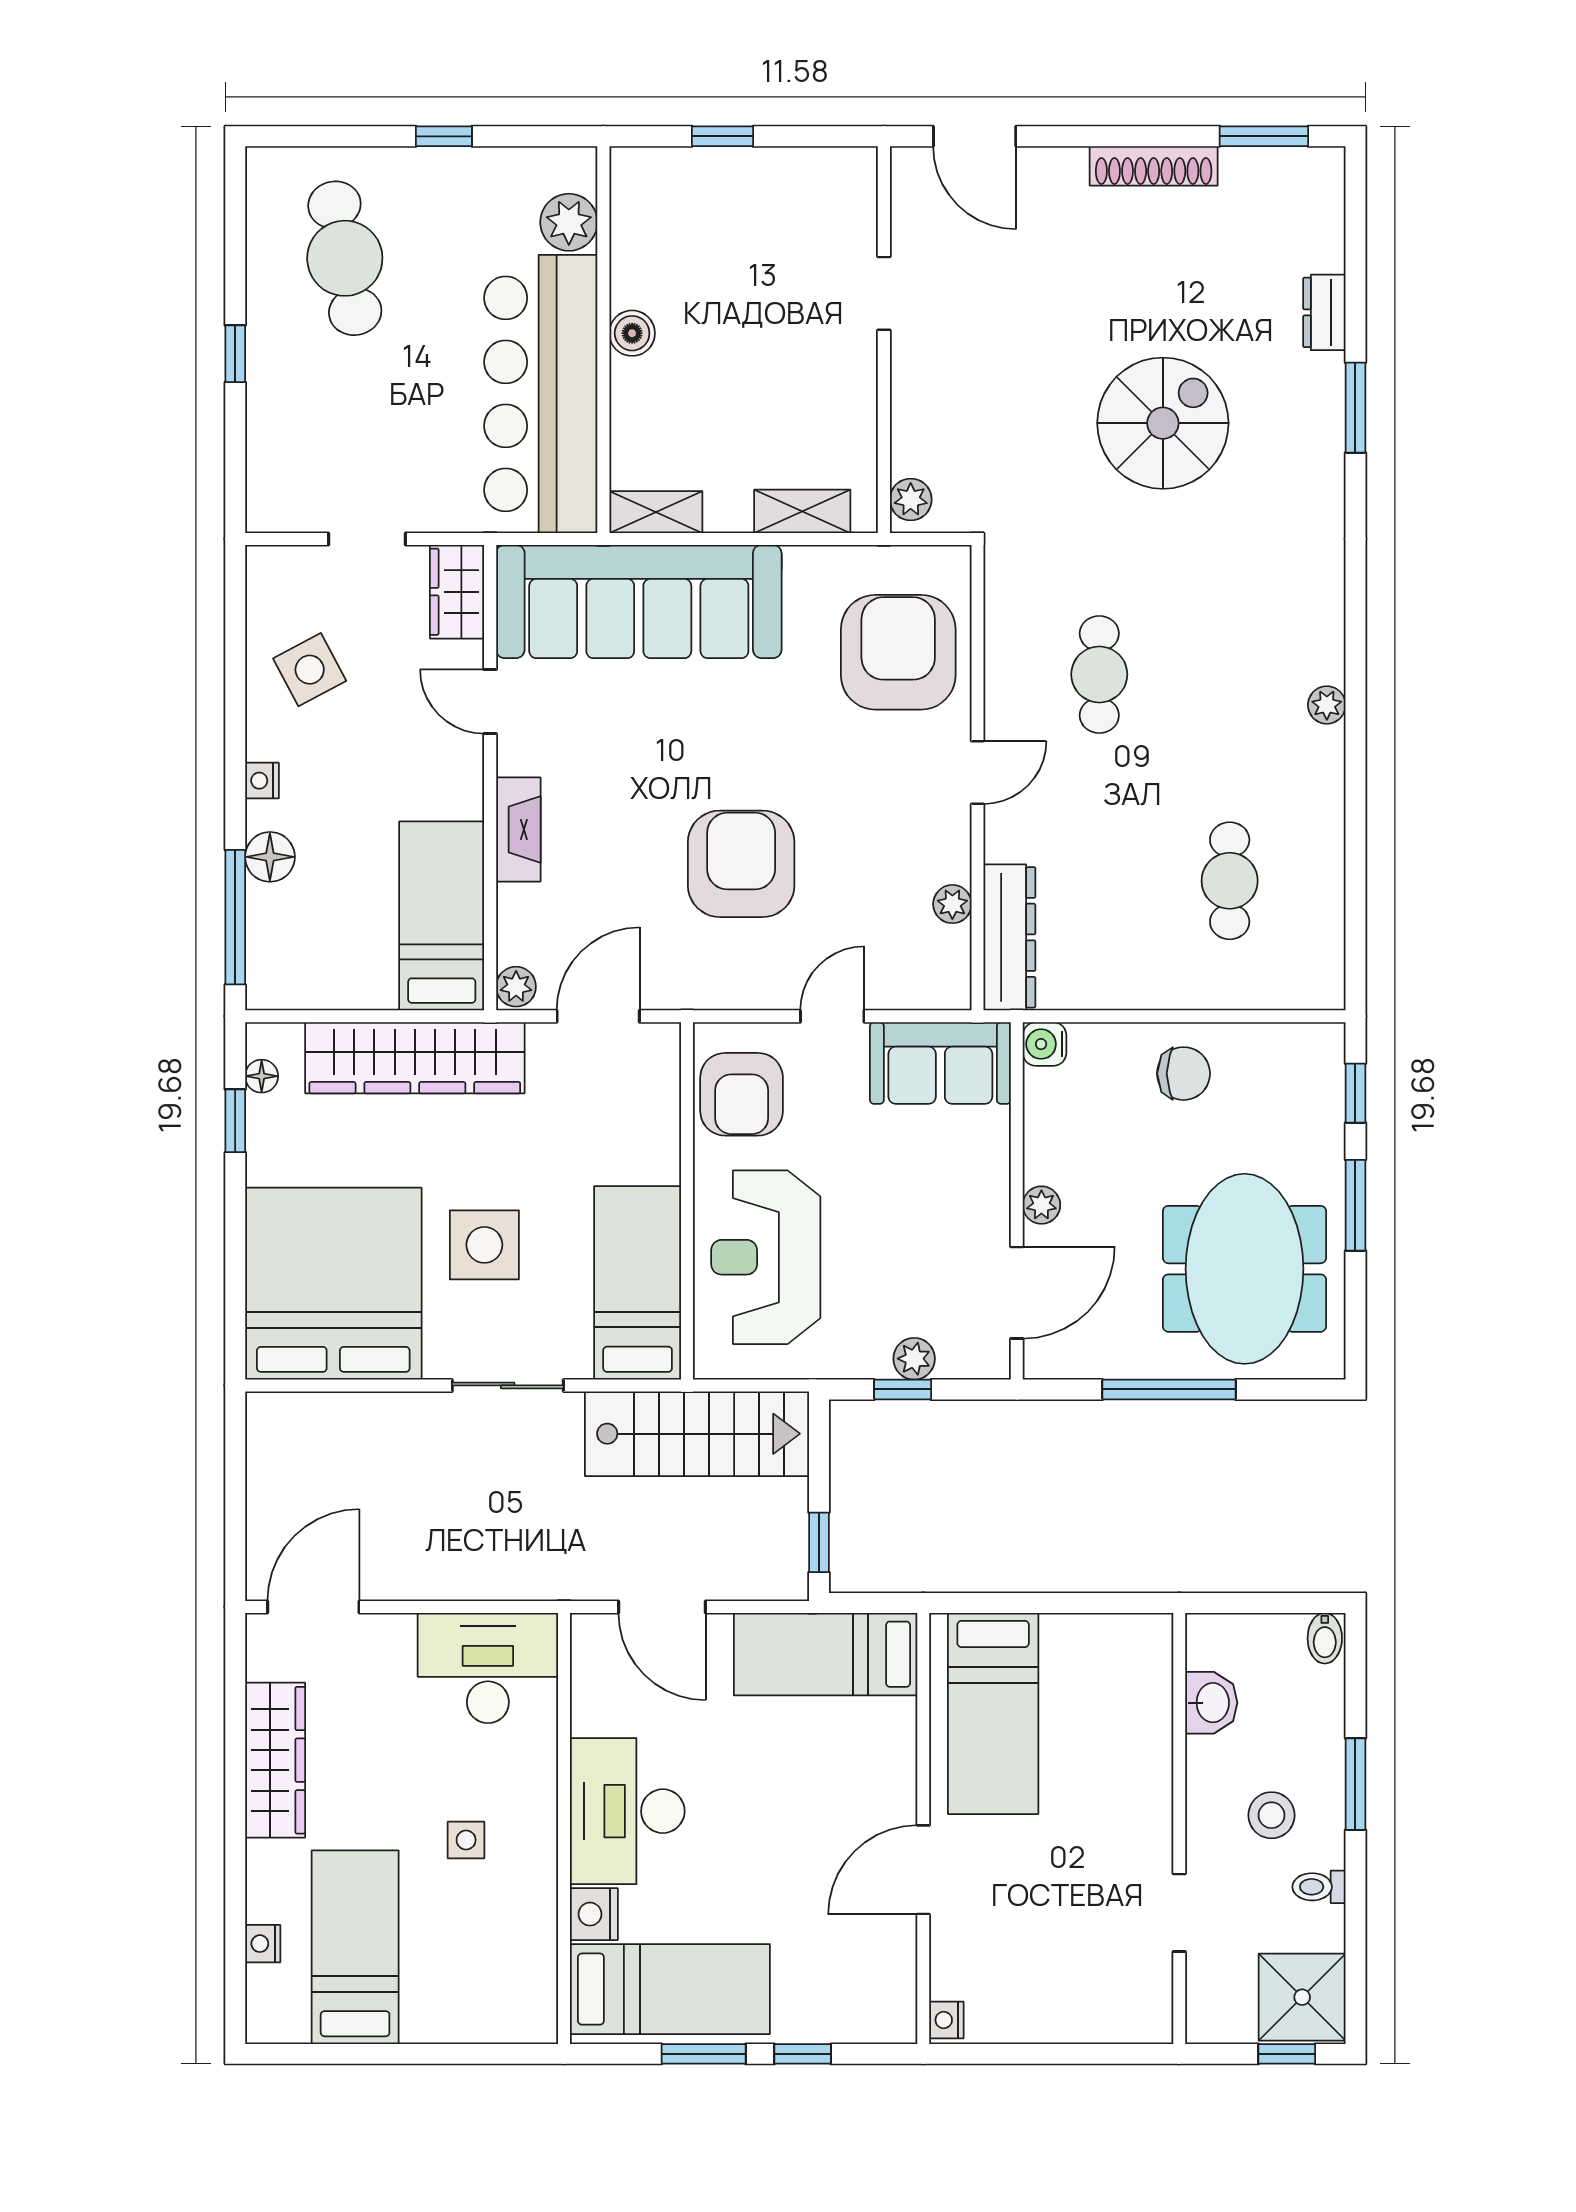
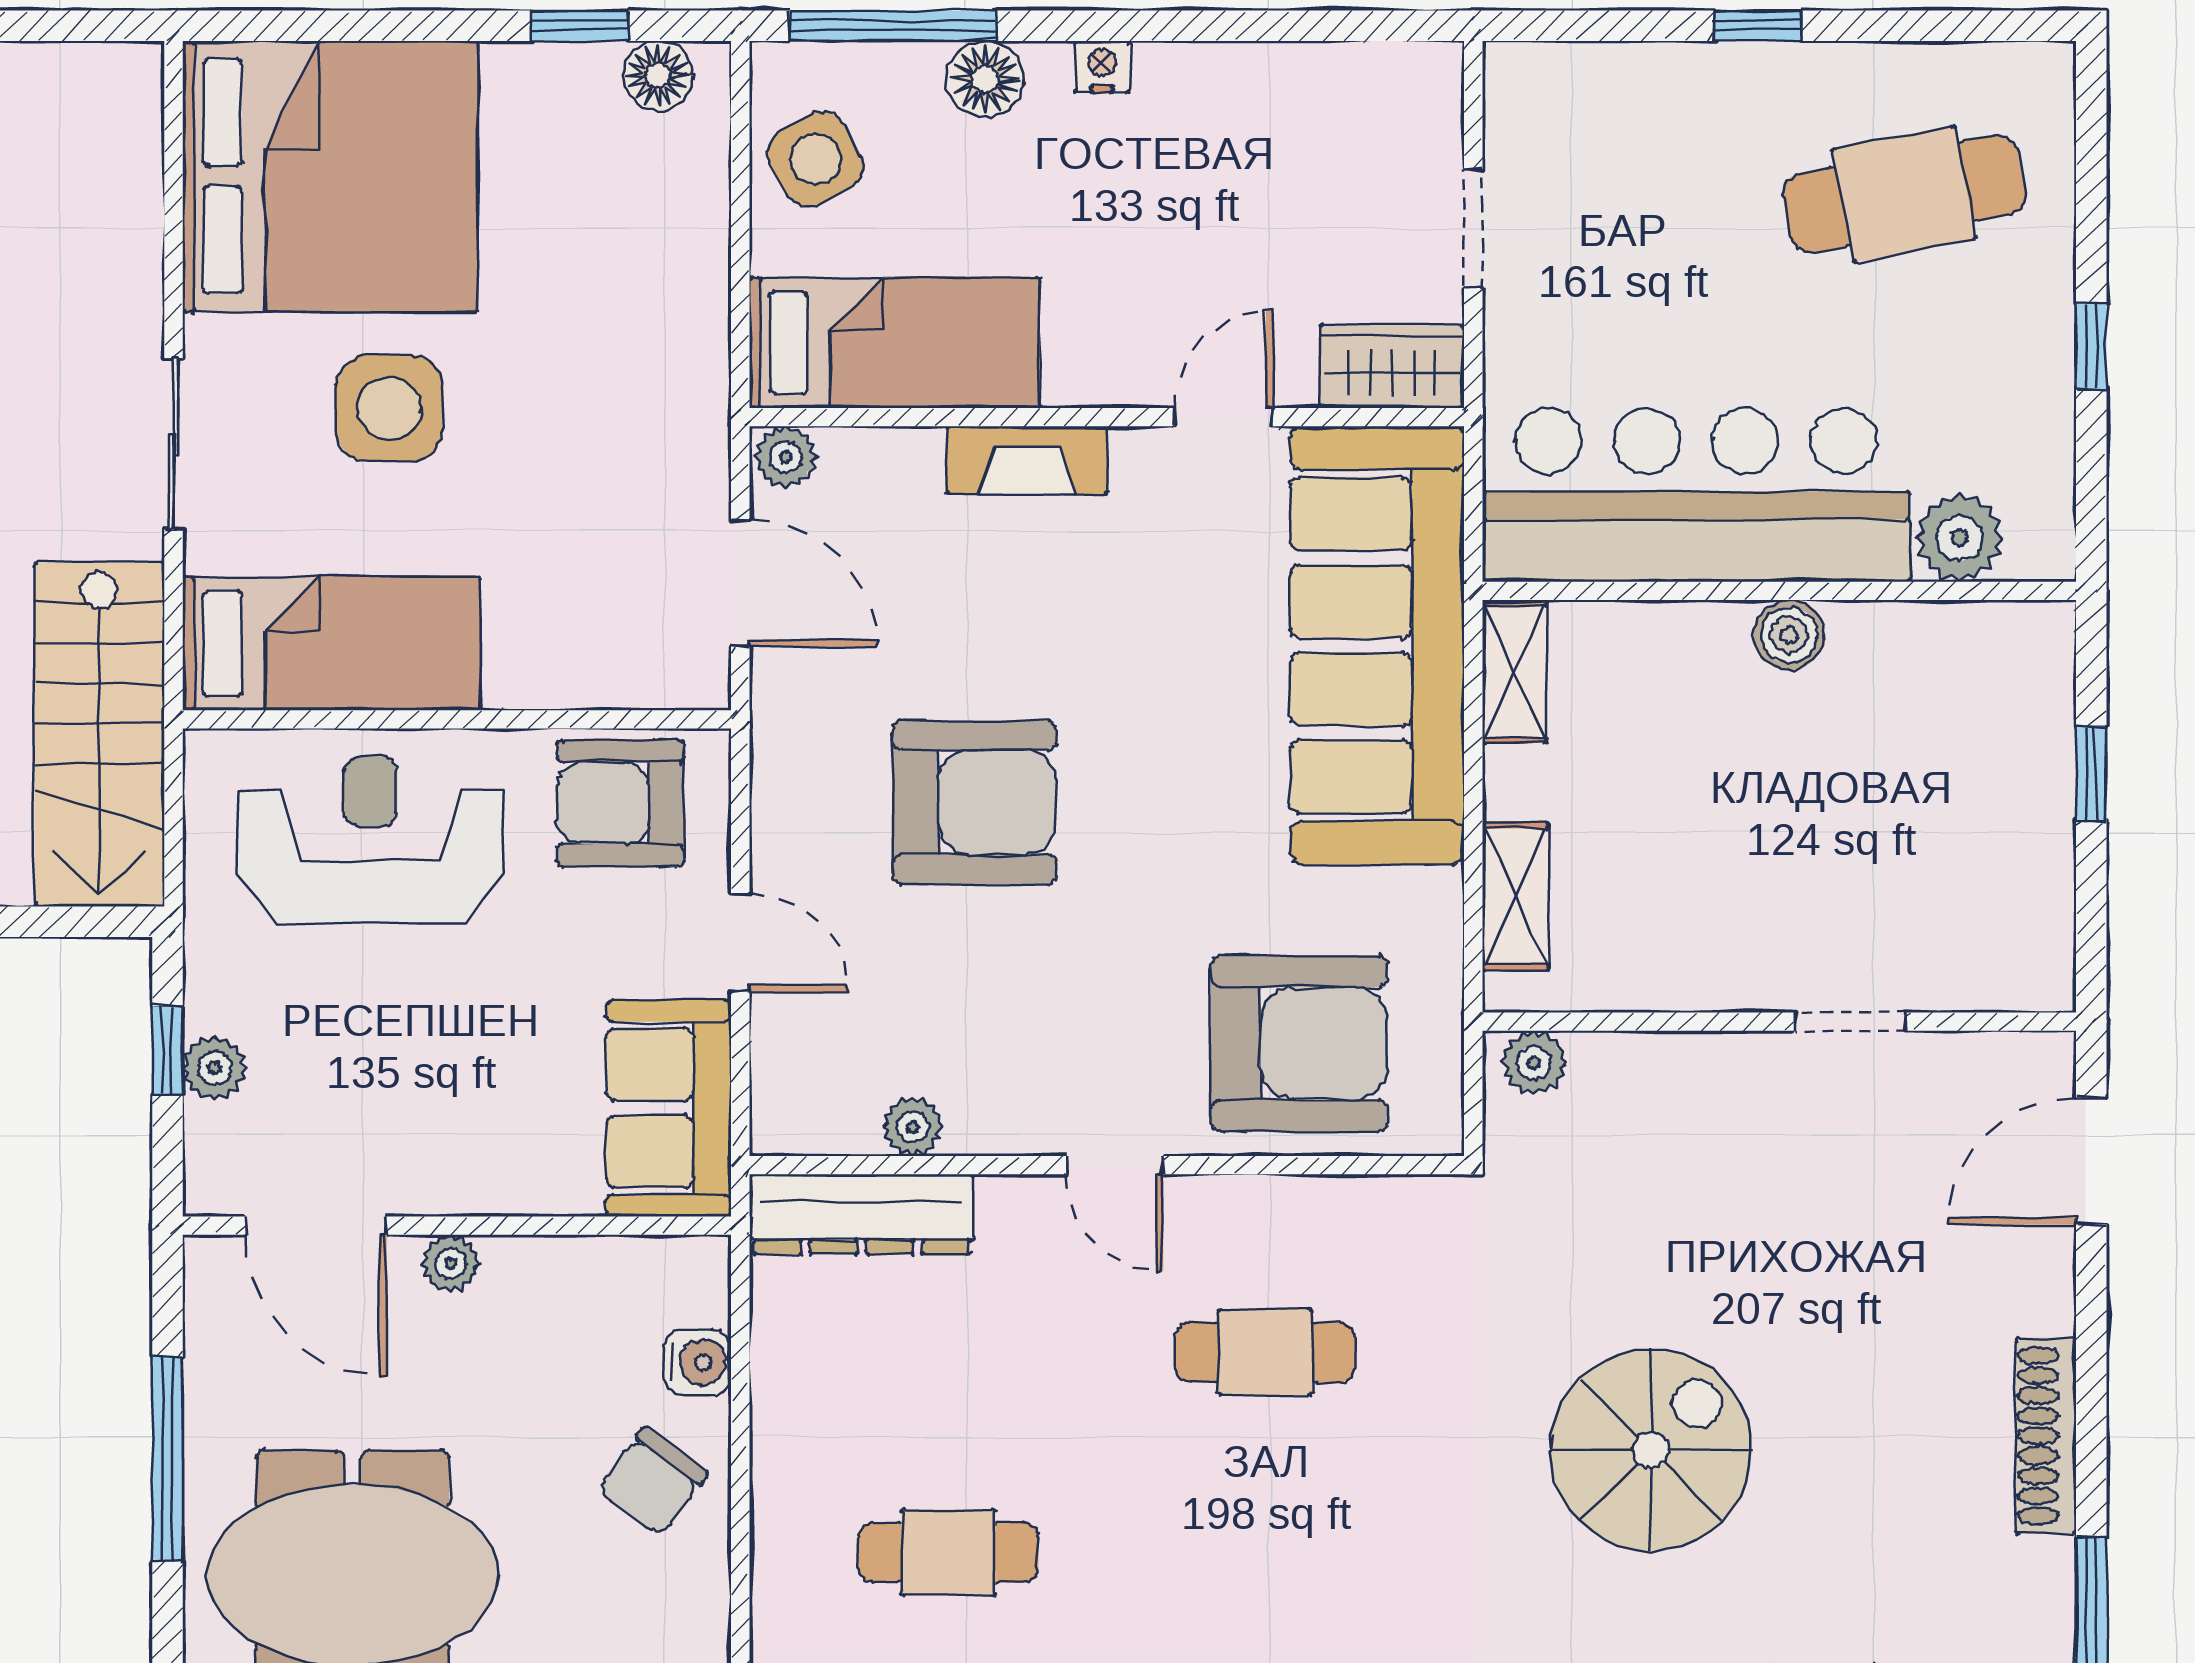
spiral stairs: (1163, 423) -> (1651, 1450), turned -90
side table: (310, 670) -> (816, 159), moved
water cooler: (1045, 1044) -> (698, 1362), moved, turned 90
wardrobe: (415, 1058) -> (677, 301), removed
chair: (1184, 1074) -> (652, 1482), turned 37
floor lamp: (262, 1076) -> (658, 76), width x1.37, depth x1.37

